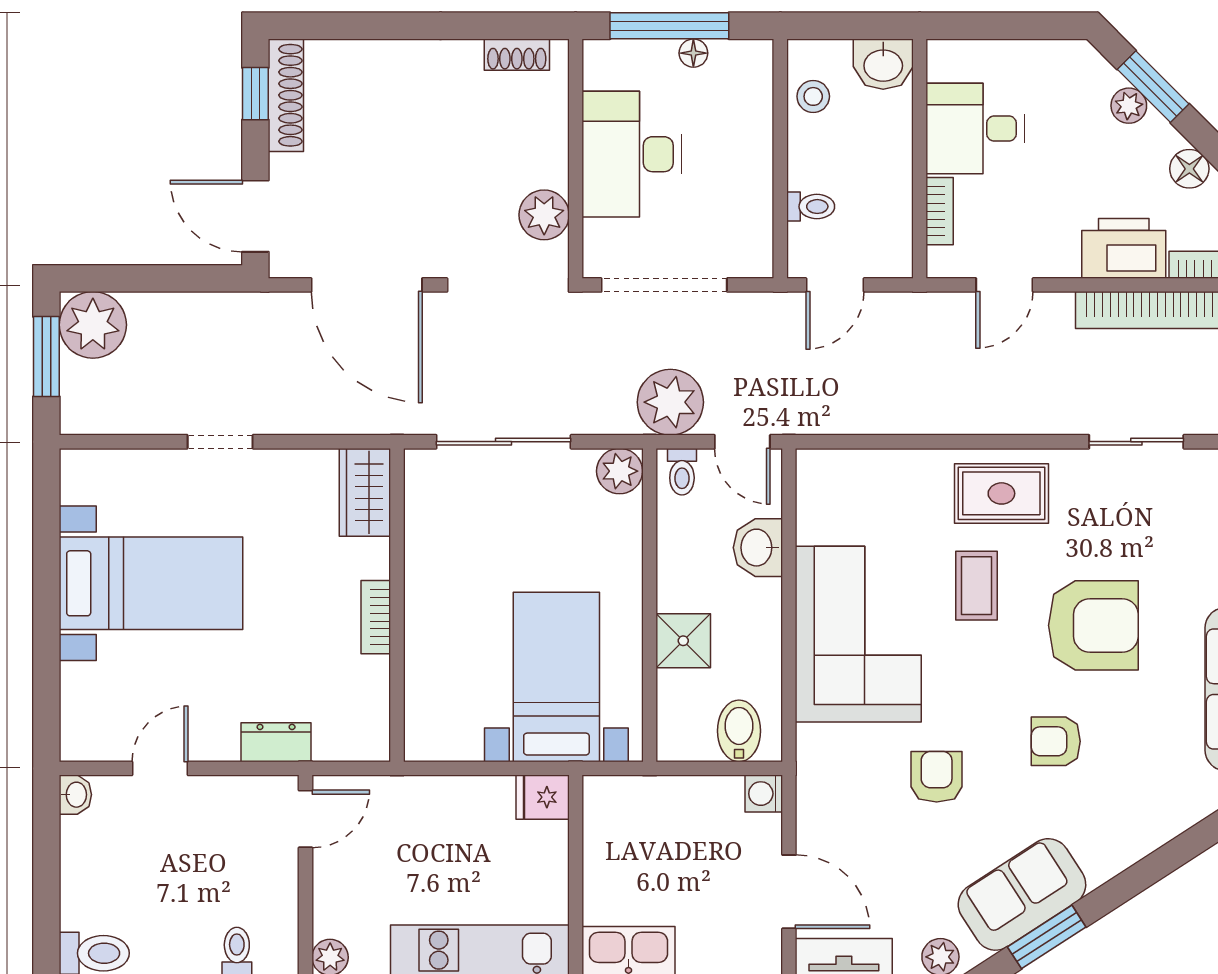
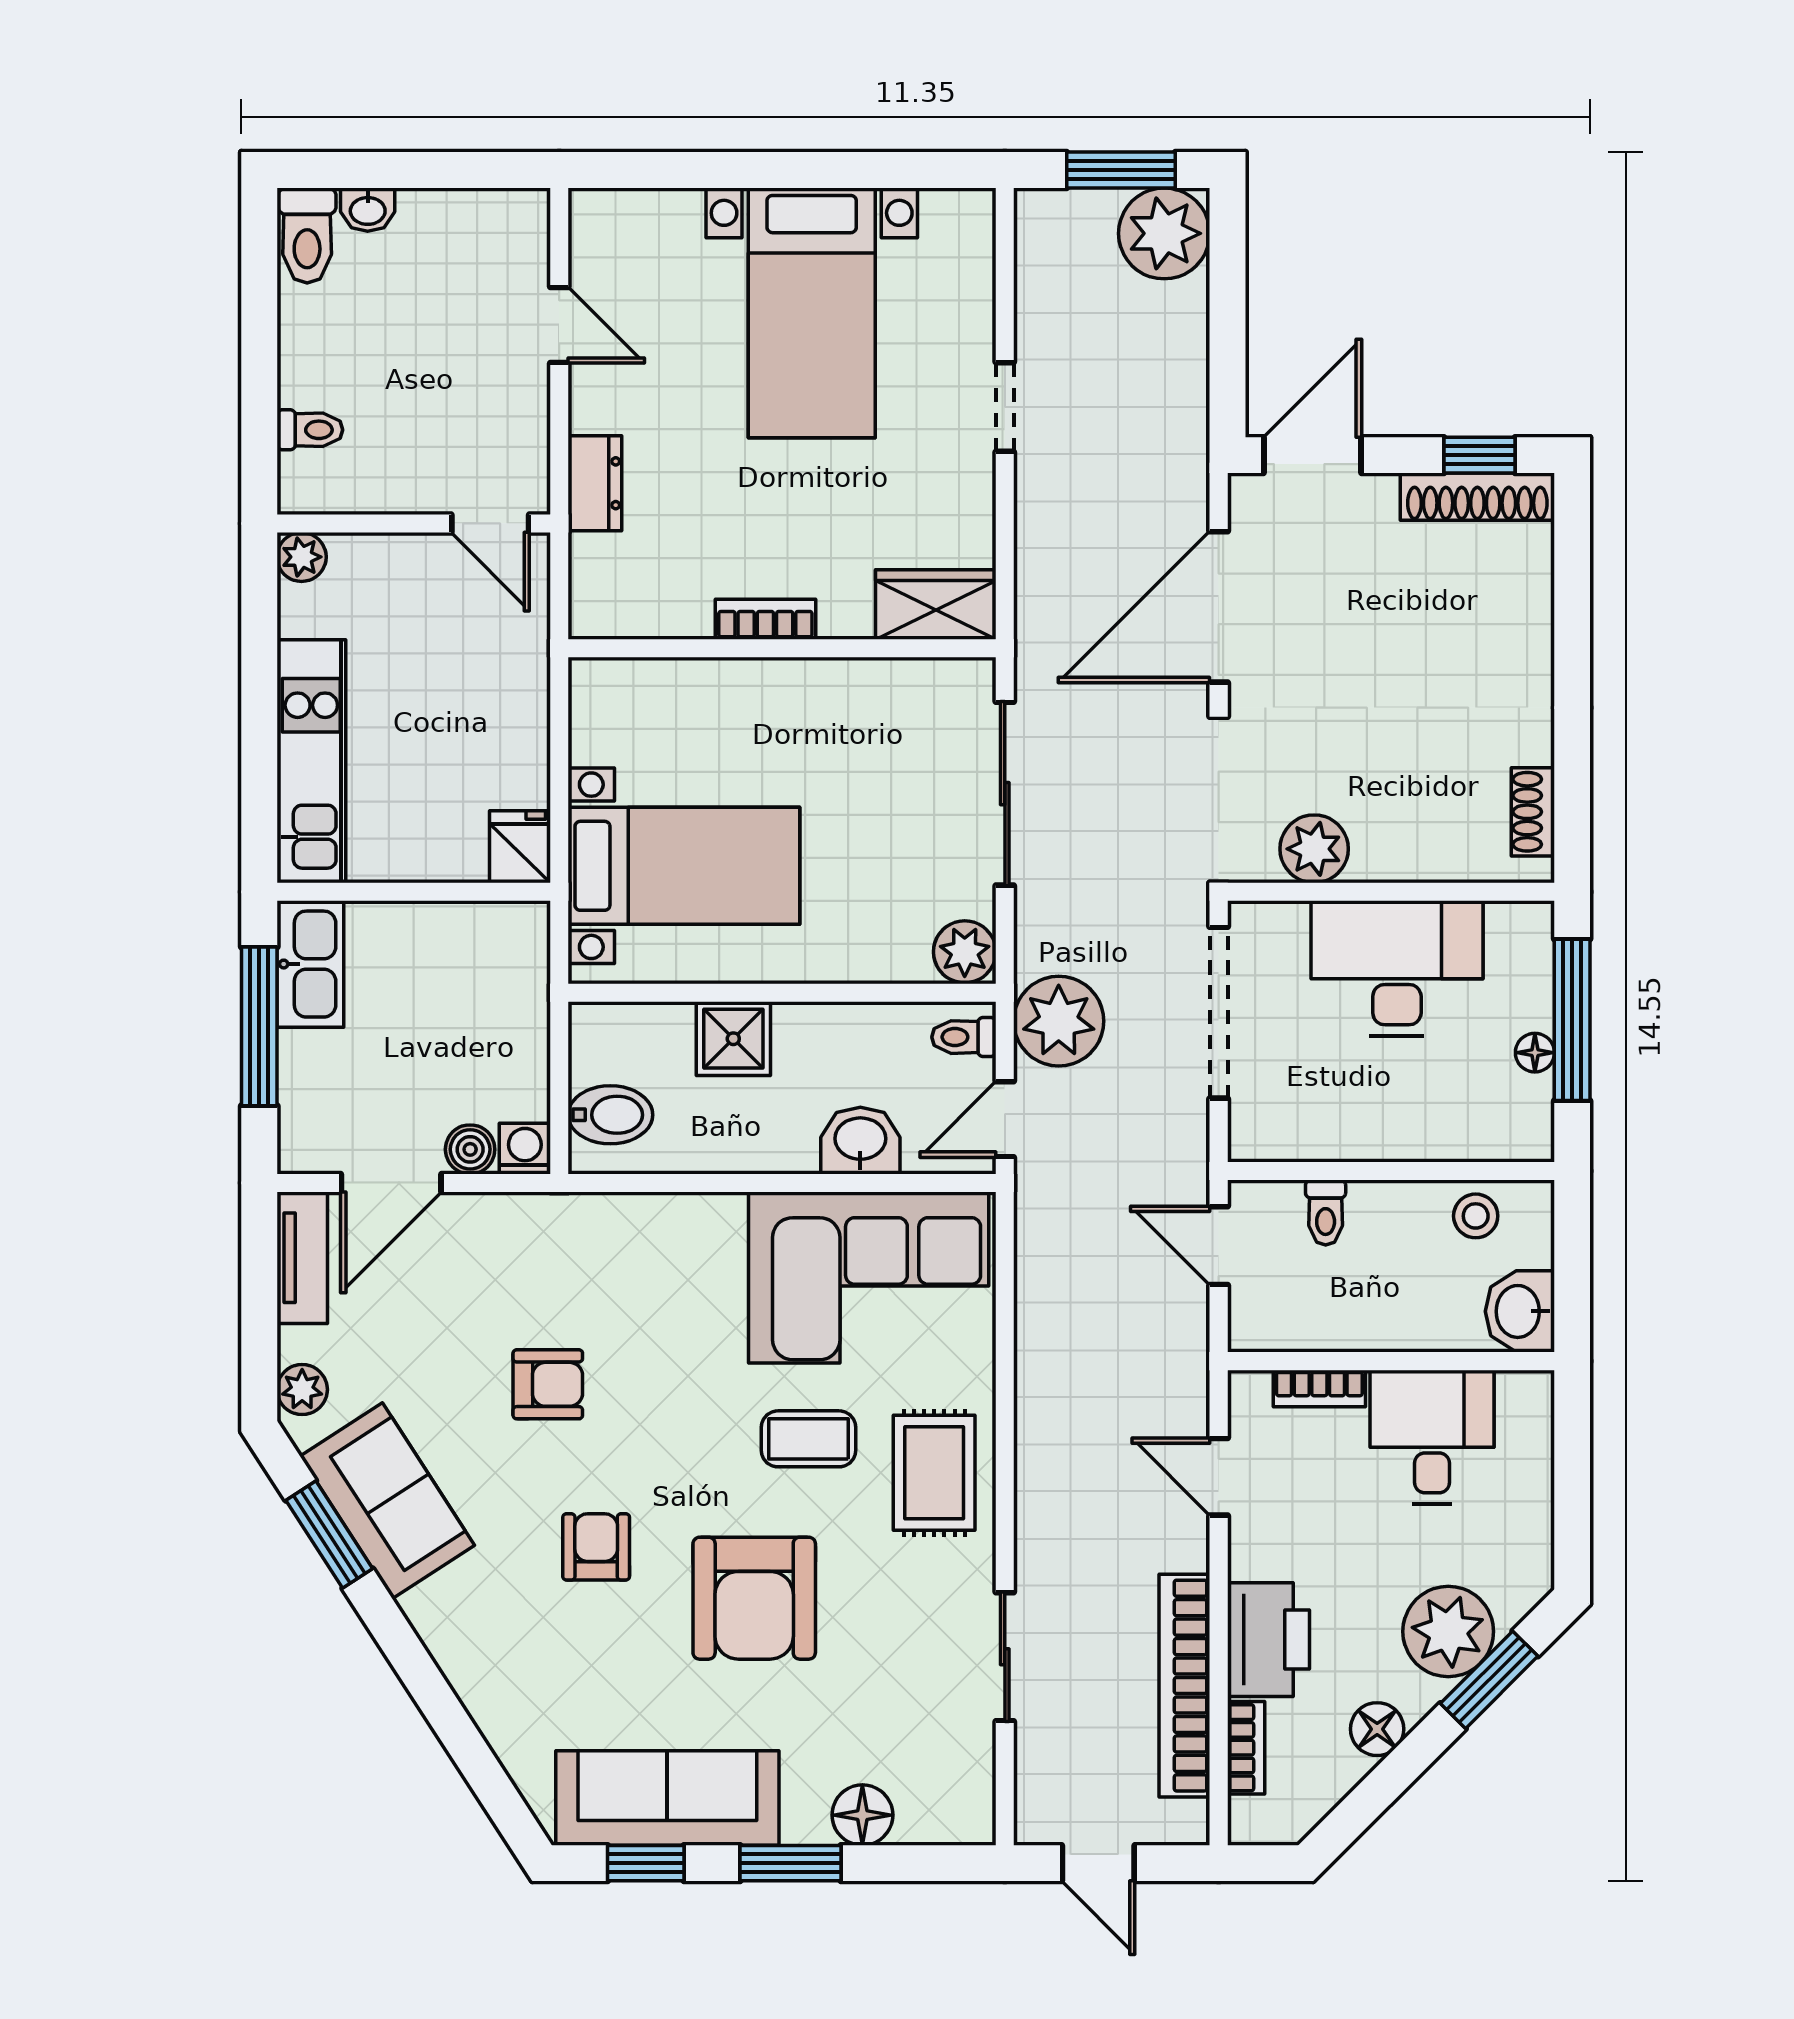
plant: (1129, 106) -> (1448, 1632), width x1.87, depth x1.87
corner sofa: (858, 634) -> (869, 1278), moved
washbasin: (75, 795) -> (368, 210), moved
boiler: (764, 834) -> (470, 1149), added

